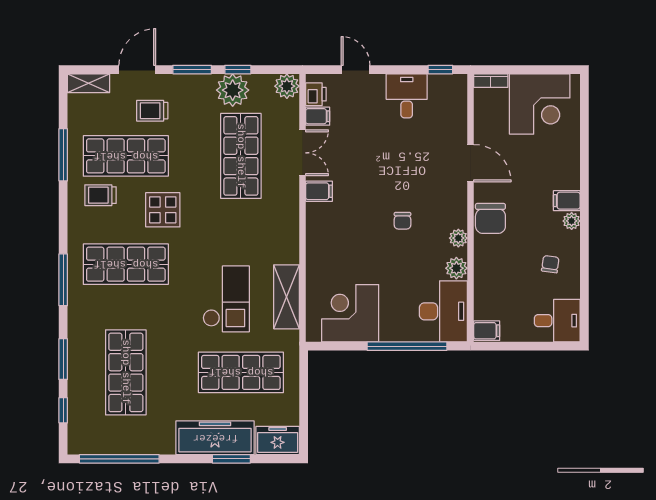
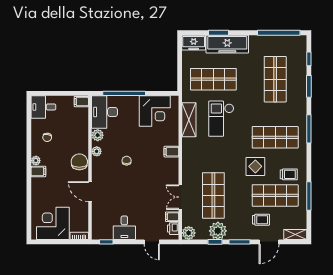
filing cabinet: (319, 191) -> (171, 152), moved

